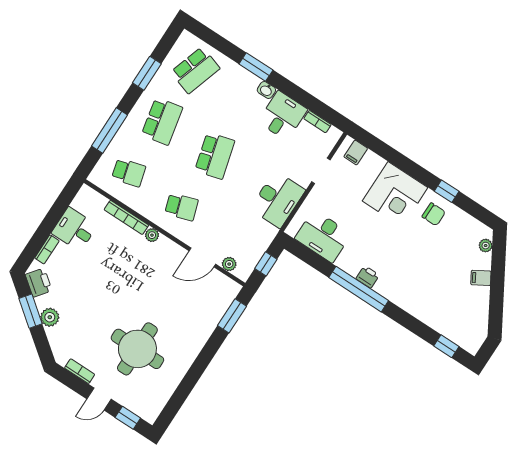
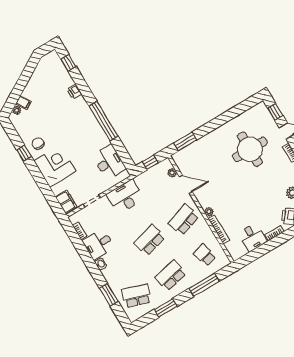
window: (256, 67) -> (109, 295), moved
filing cabinet: (356, 153) -> (66, 202), width x2.00
school desk: (181, 207) -> (184, 220), width x1.85
printer: (368, 277) -> (74, 92), moved
filing cabinet: (481, 278) -> (23, 103), moved

